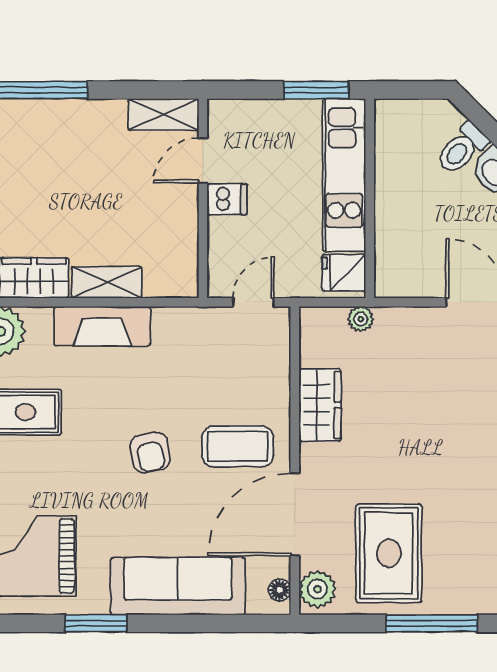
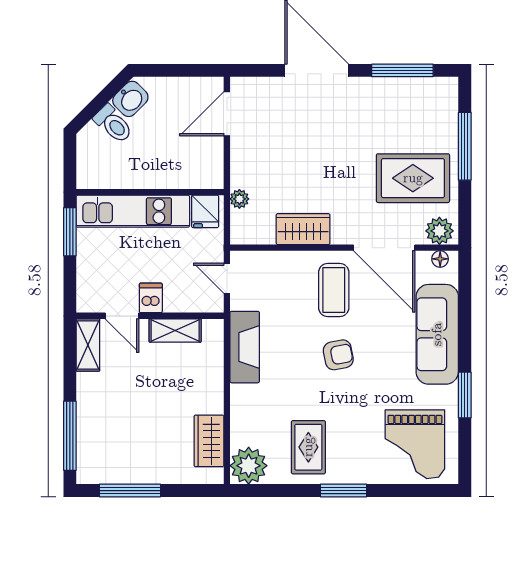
shelving: (107, 282) -> (175, 330), moved, turned 90
fireplace: (102, 326) -> (245, 347), moved

